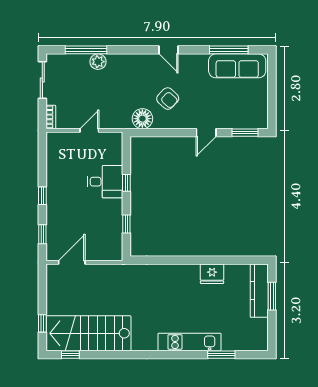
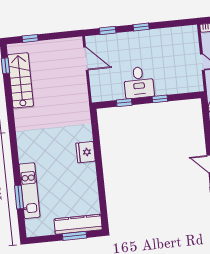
desk: (105, 182) -> (139, 82), moved
fridge: (212, 274) -> (85, 152), moved
stairs: (89, 333) -> (21, 80), width x0.73, depth x0.66
kitchen unit: (189, 342) -> (29, 191), moved

